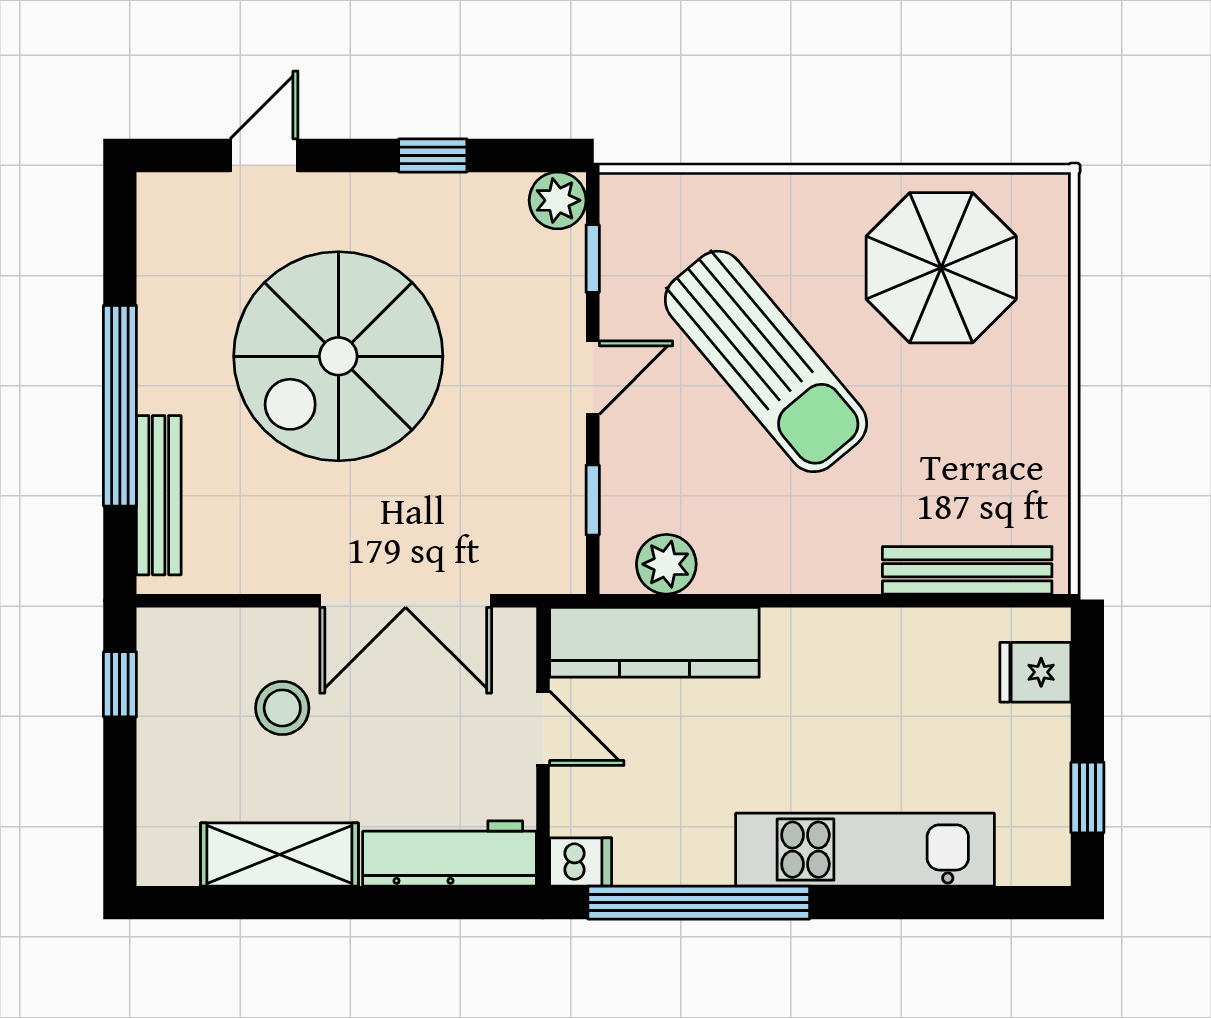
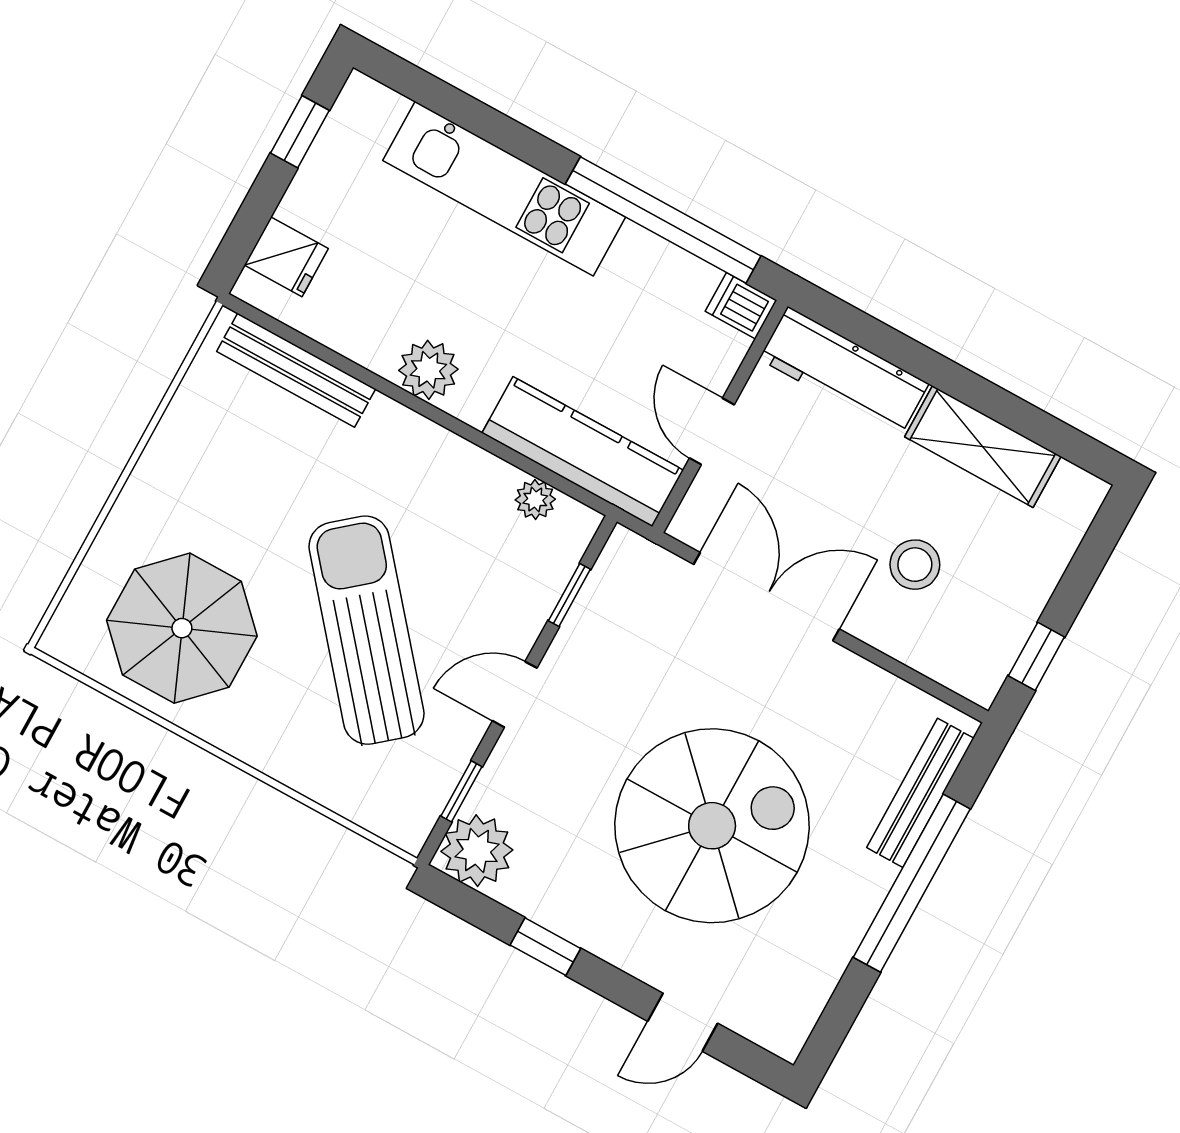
plant: (558, 200) -> (477, 851), width x1.36, depth x1.36
plant: (666, 564) -> (535, 499), width x0.73, depth x0.73
plant: (843, 639) -> (428, 370), added

